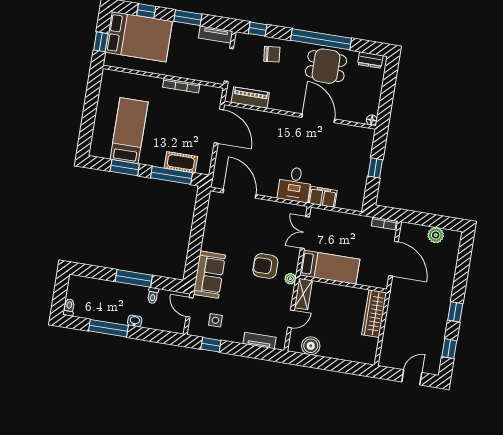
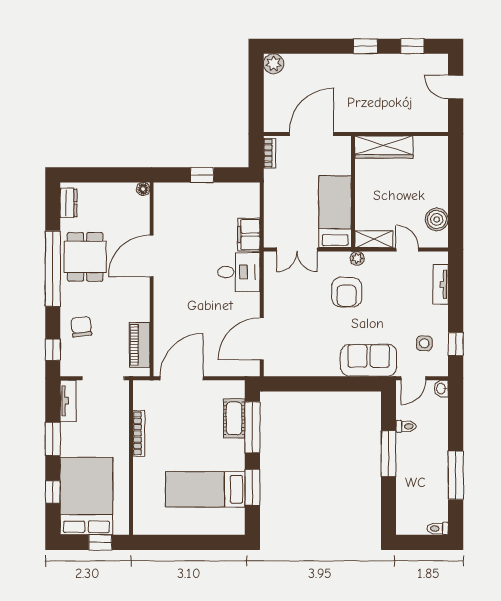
plant: (436, 235) -> (274, 64), moved
washbasin: (135, 321) -> (441, 389), moved

